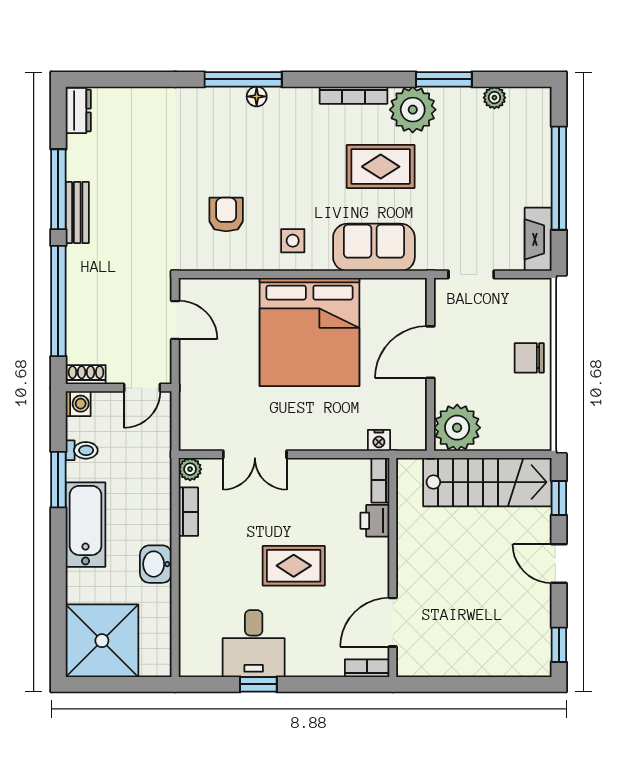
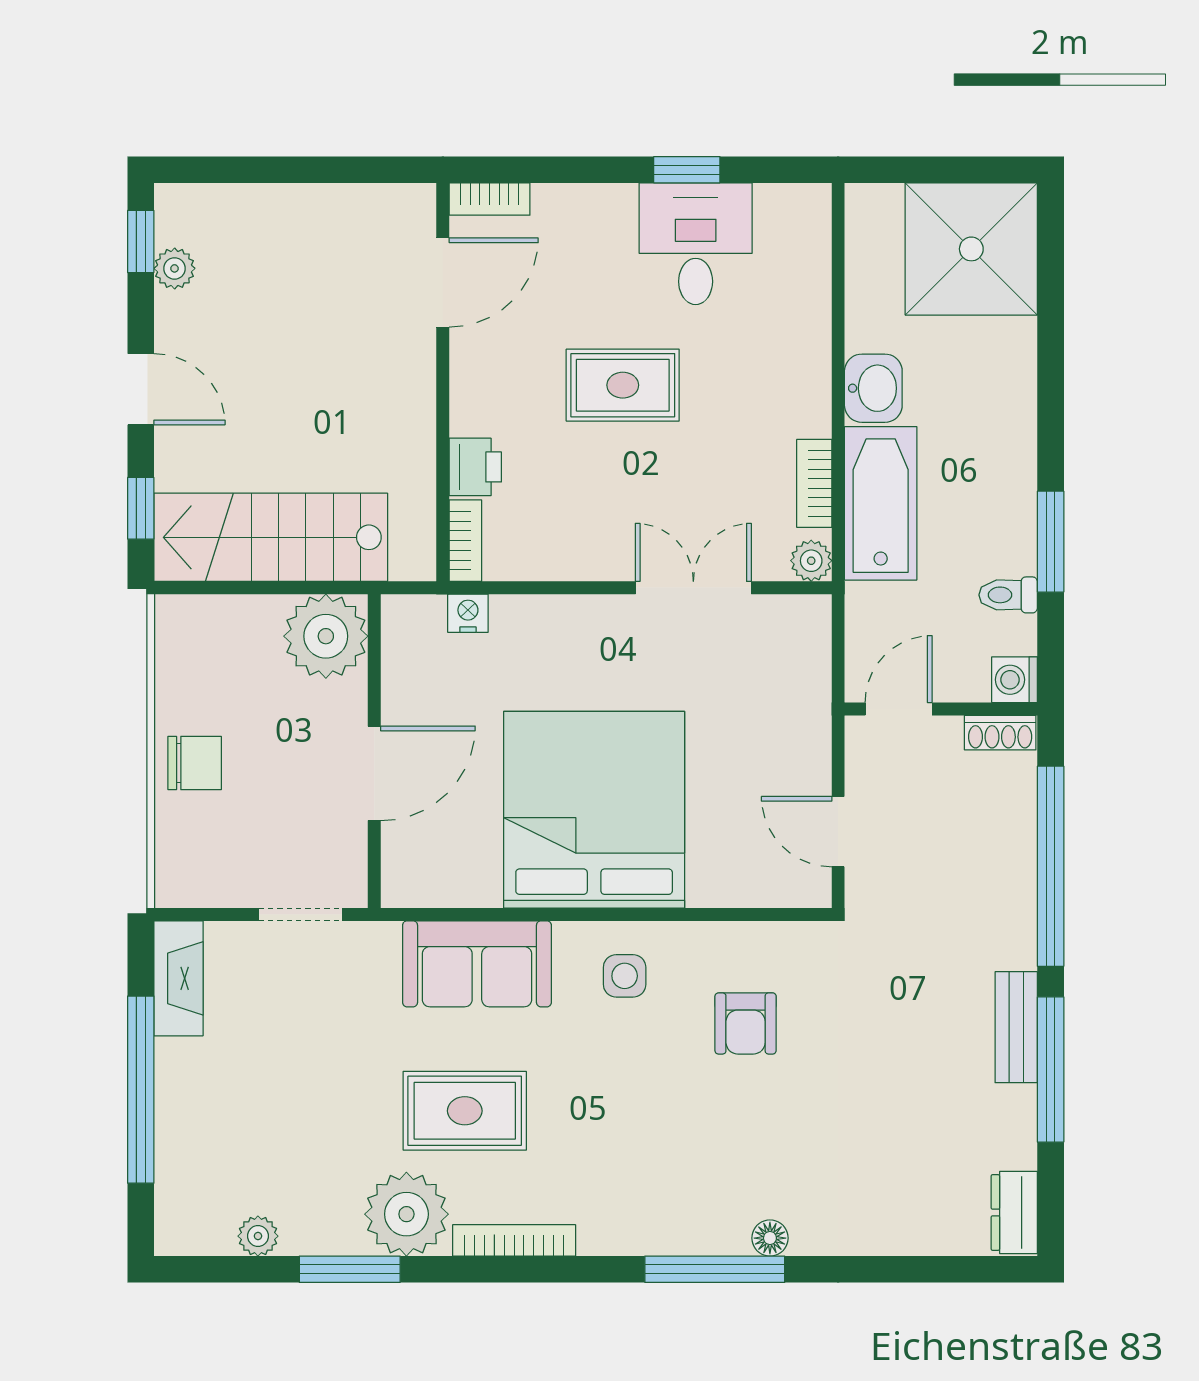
floor lamp: (257, 96) -> (770, 1238), moved
bathtub: (85, 525) -> (881, 503), moved, turned 180
plant: (540, 630) -> (175, 268), added

